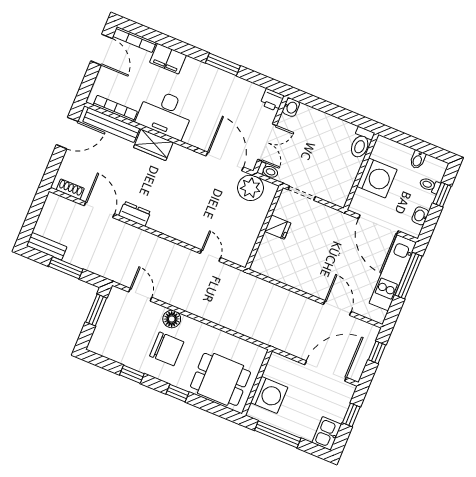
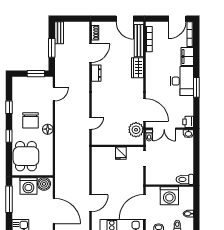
desk: (165, 114) -> (182, 81), moved, turned 180
door: (225, 161) -> (144, 110), hinge flipped
floor lamp: (172, 319) -> (48, 129), moved
boiler: (276, 369) -> (44, 184), added

